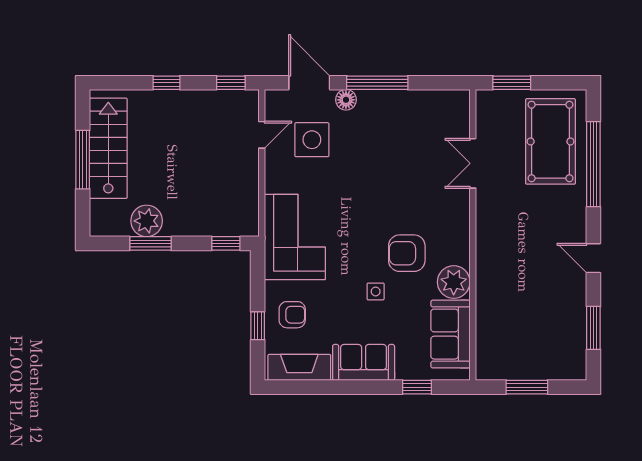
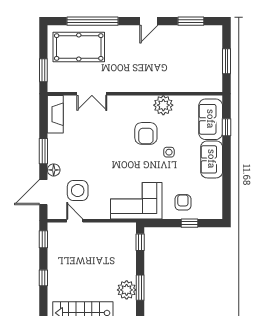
window: (377, 83) -> (43, 151), width x0.69
sofa: (450, 334) -> (211, 119), moved, turned 90
fireplace: (299, 367) -> (55, 114), moved, turned 180

